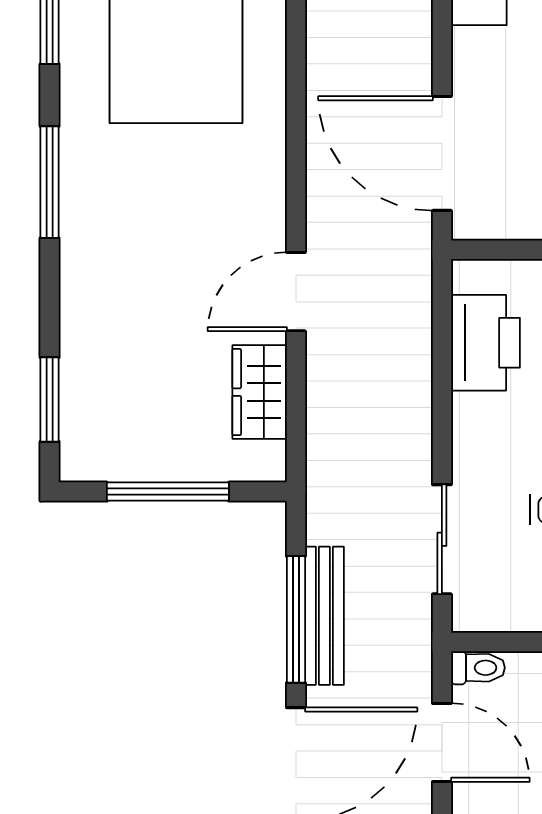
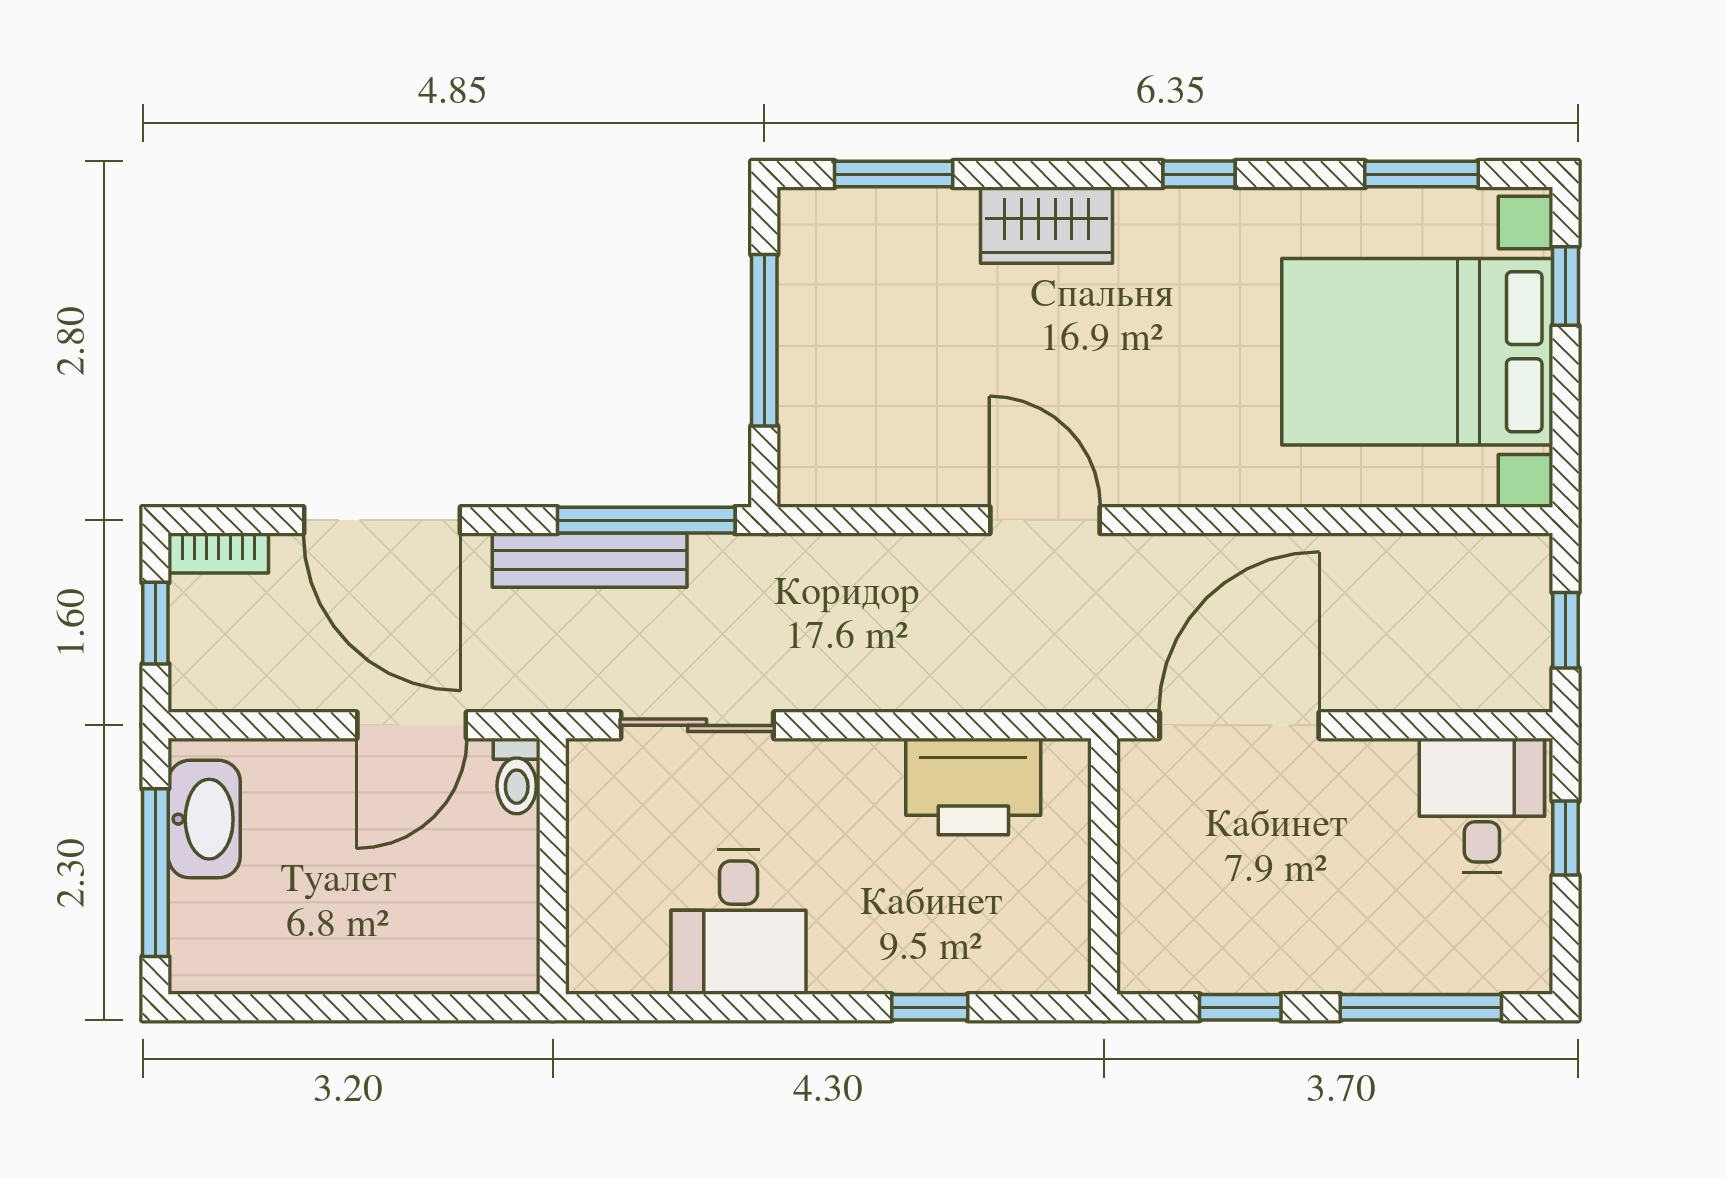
window: (50, 182) -> (1199, 174), width x0.46
wardrobe: (260, 392) -> (1047, 225), moved, turned 180
window: (296, 619) -> (646, 520), moved

